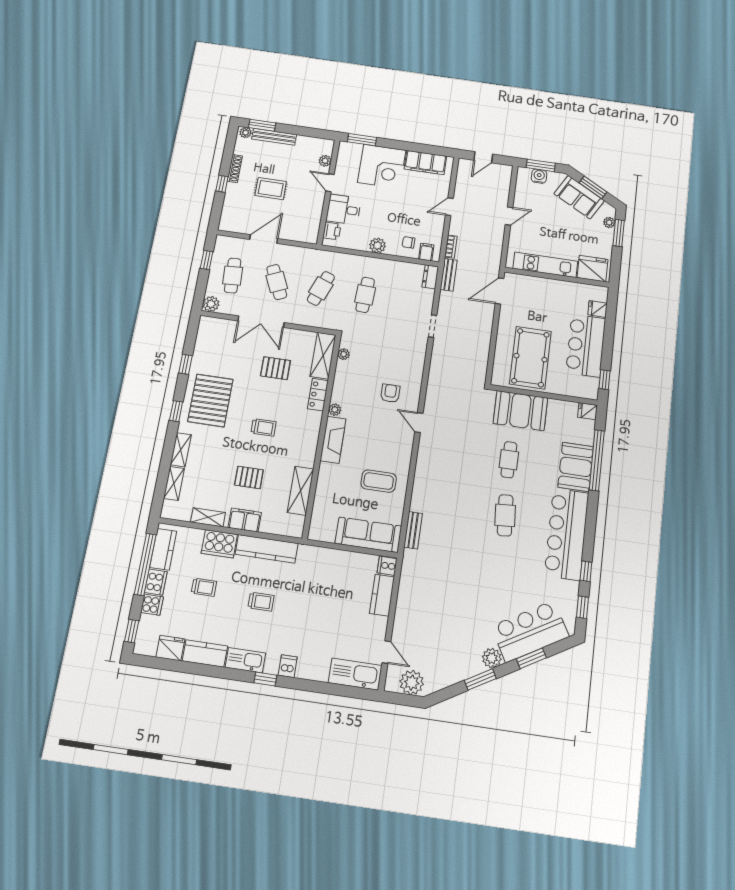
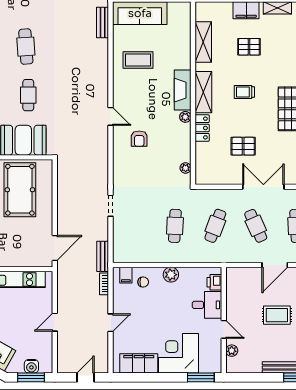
dresser: (430, 277) -> (119, 252), removed
shelving: (323, 356) -> (203, 92), moved

